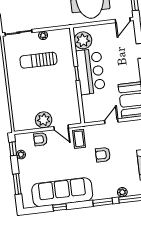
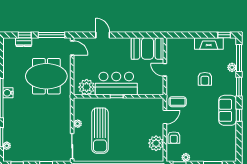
sun lounger: (38, 60) -> (100, 131), width x1.36, depth x1.34
plant: (44, 120) -> (156, 143), moved
armchair: (103, 155) -> (205, 79), moved
sofa: (62, 192) -> (228, 110), width x0.54, depth x0.79
window: (60, 207) -> (239, 115), moved

